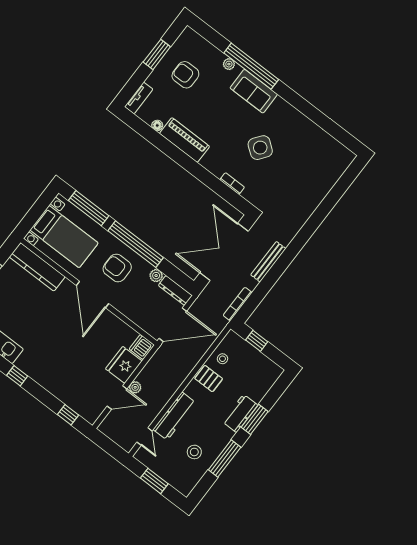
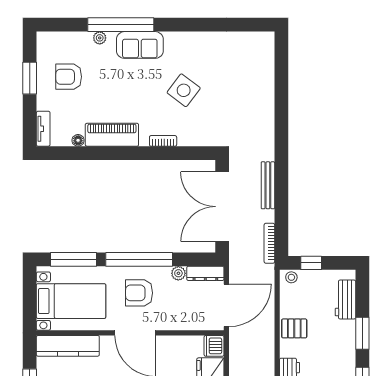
bookcase: (232, 184) -> (163, 141), moved
stool: (222, 359) -> (291, 277), moved
workbench: (240, 413) -> (345, 299), moved

